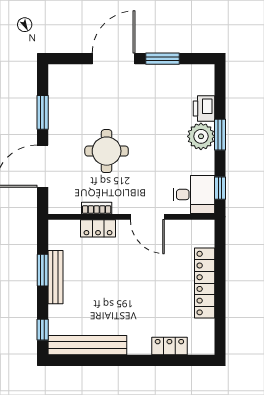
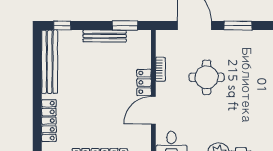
locker: (98, 228) -> (144, 82), moved
window: (43, 270) -> (125, 26), moved
locker: (169, 346) -> (49, 121), width x1.53

